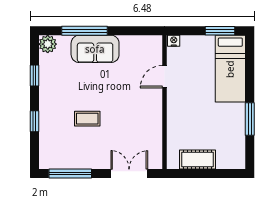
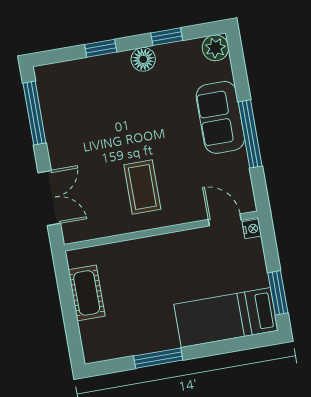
window: (84, 31) -> (250, 134), moved
door: (165, 77) -> (225, 220), moved
floor lamp: (47, 94) -> (143, 59), added
coffee table: (87, 119) -> (142, 187), moved, width x1.36, depth x1.30

